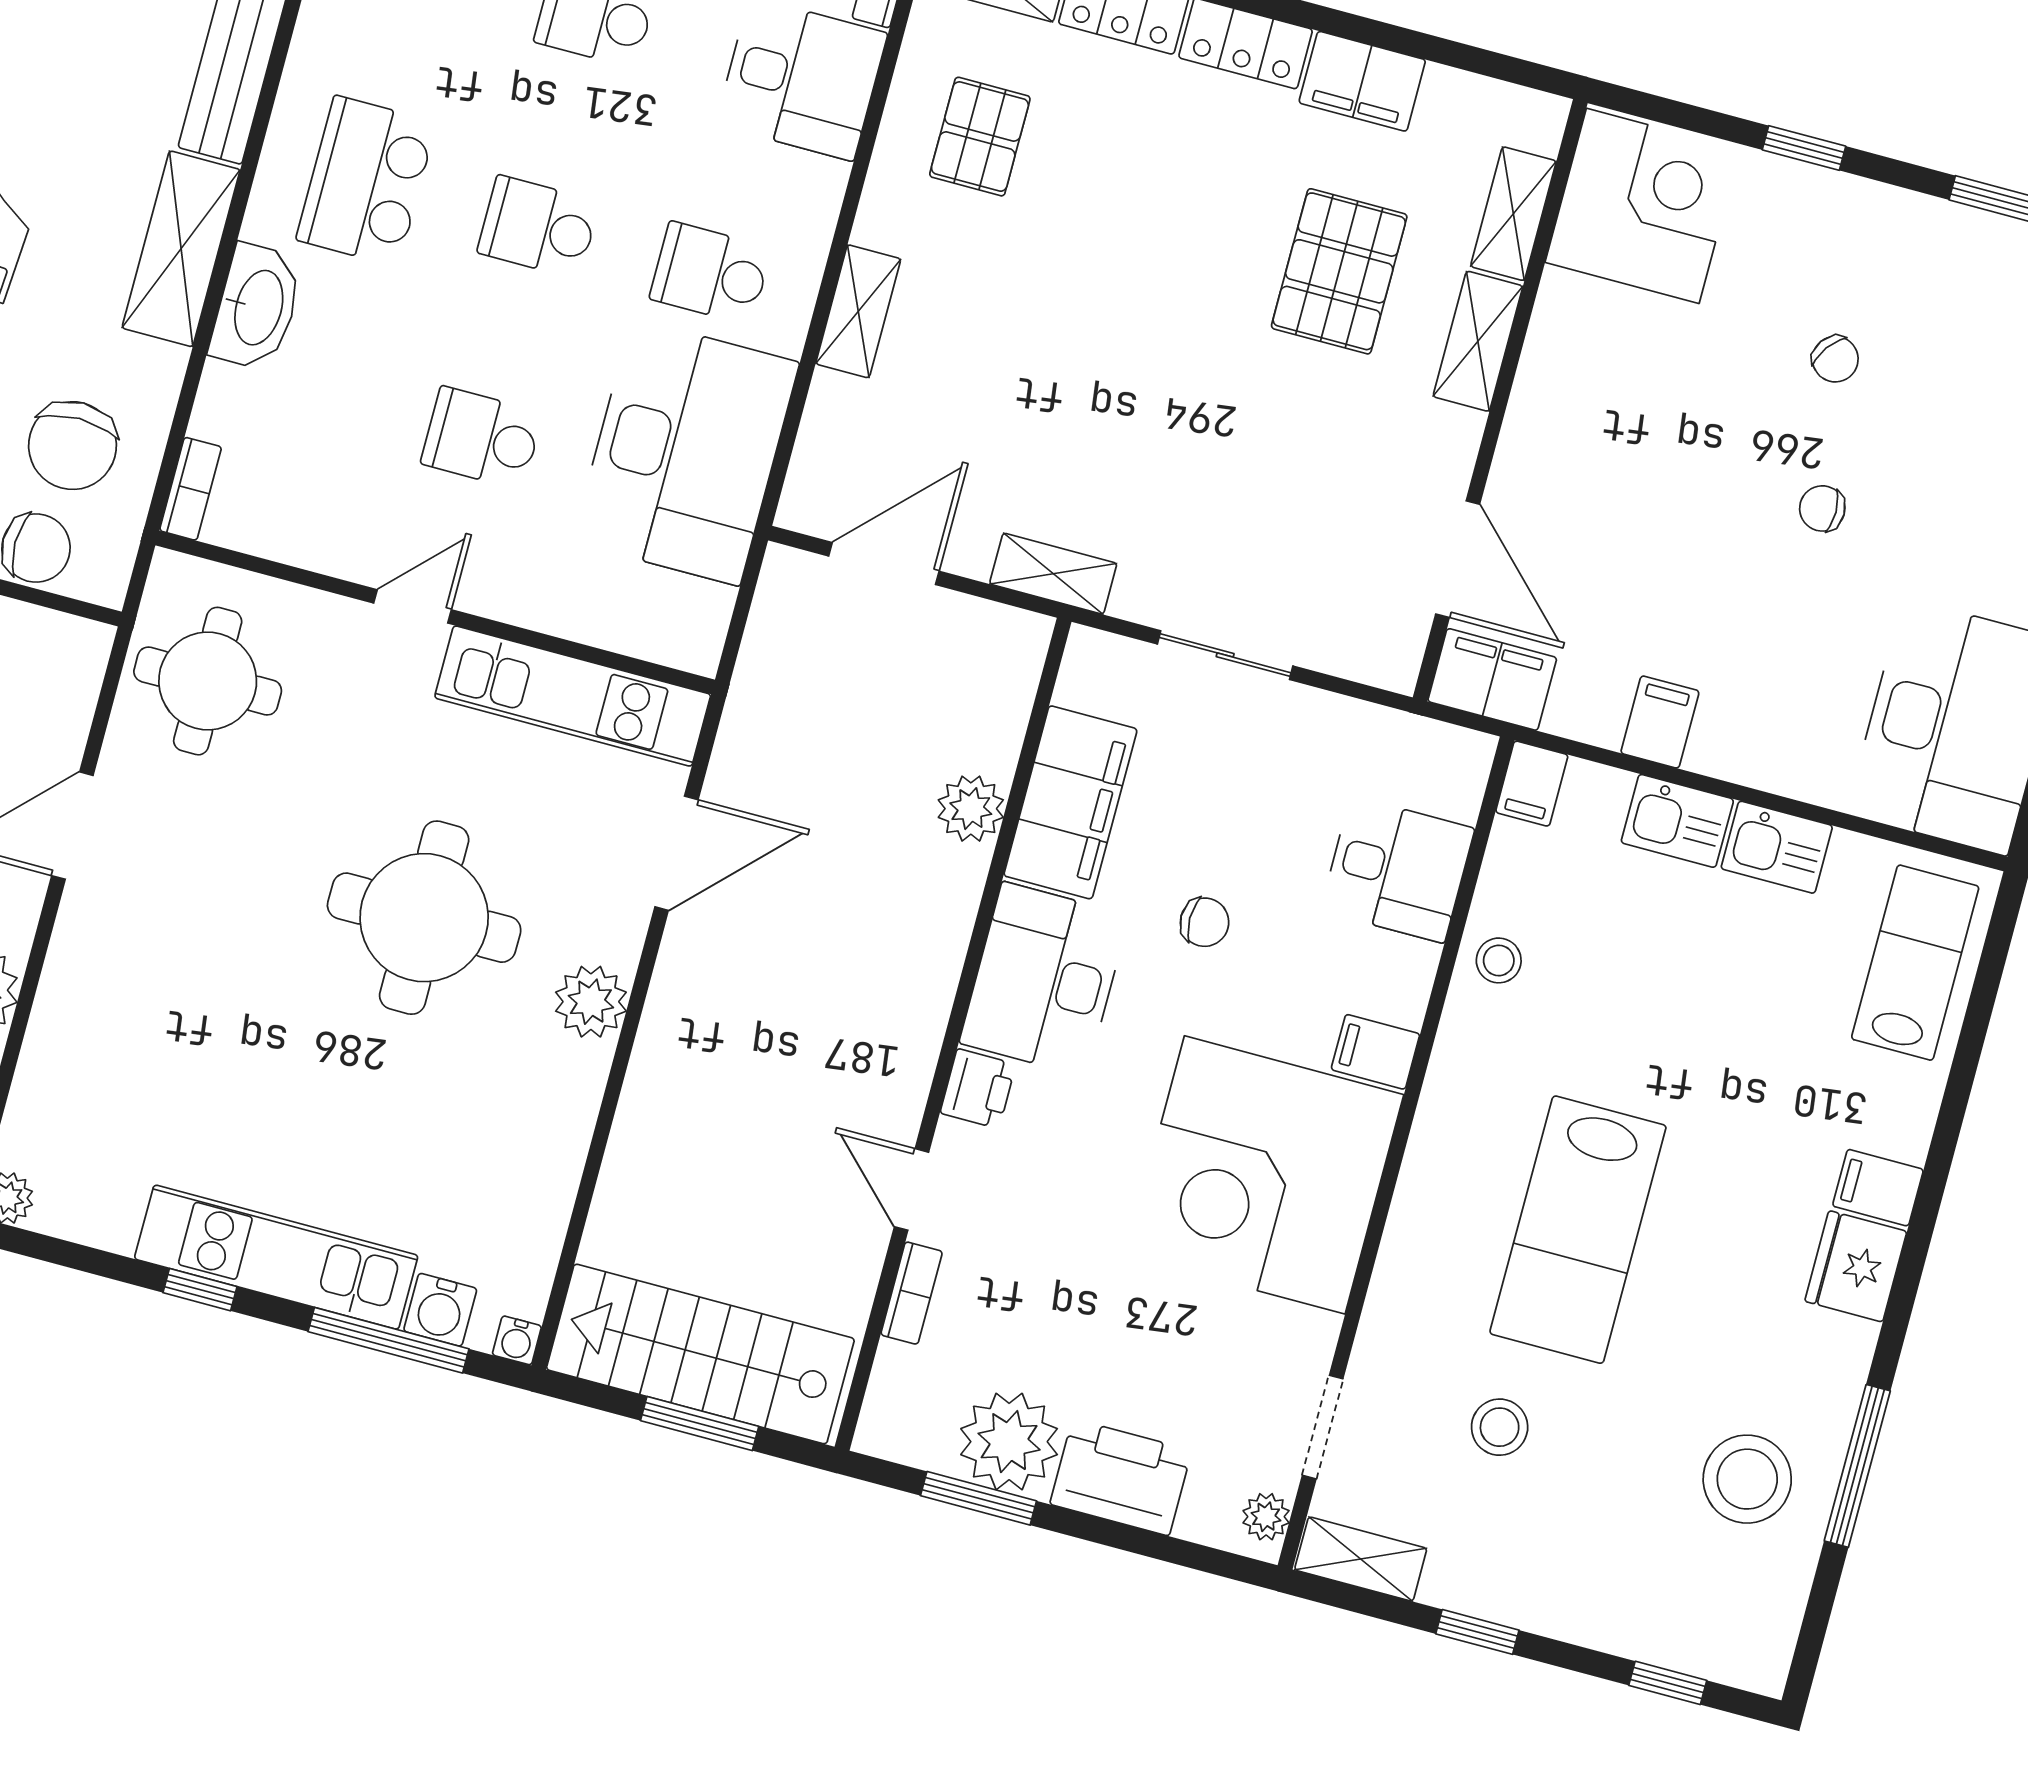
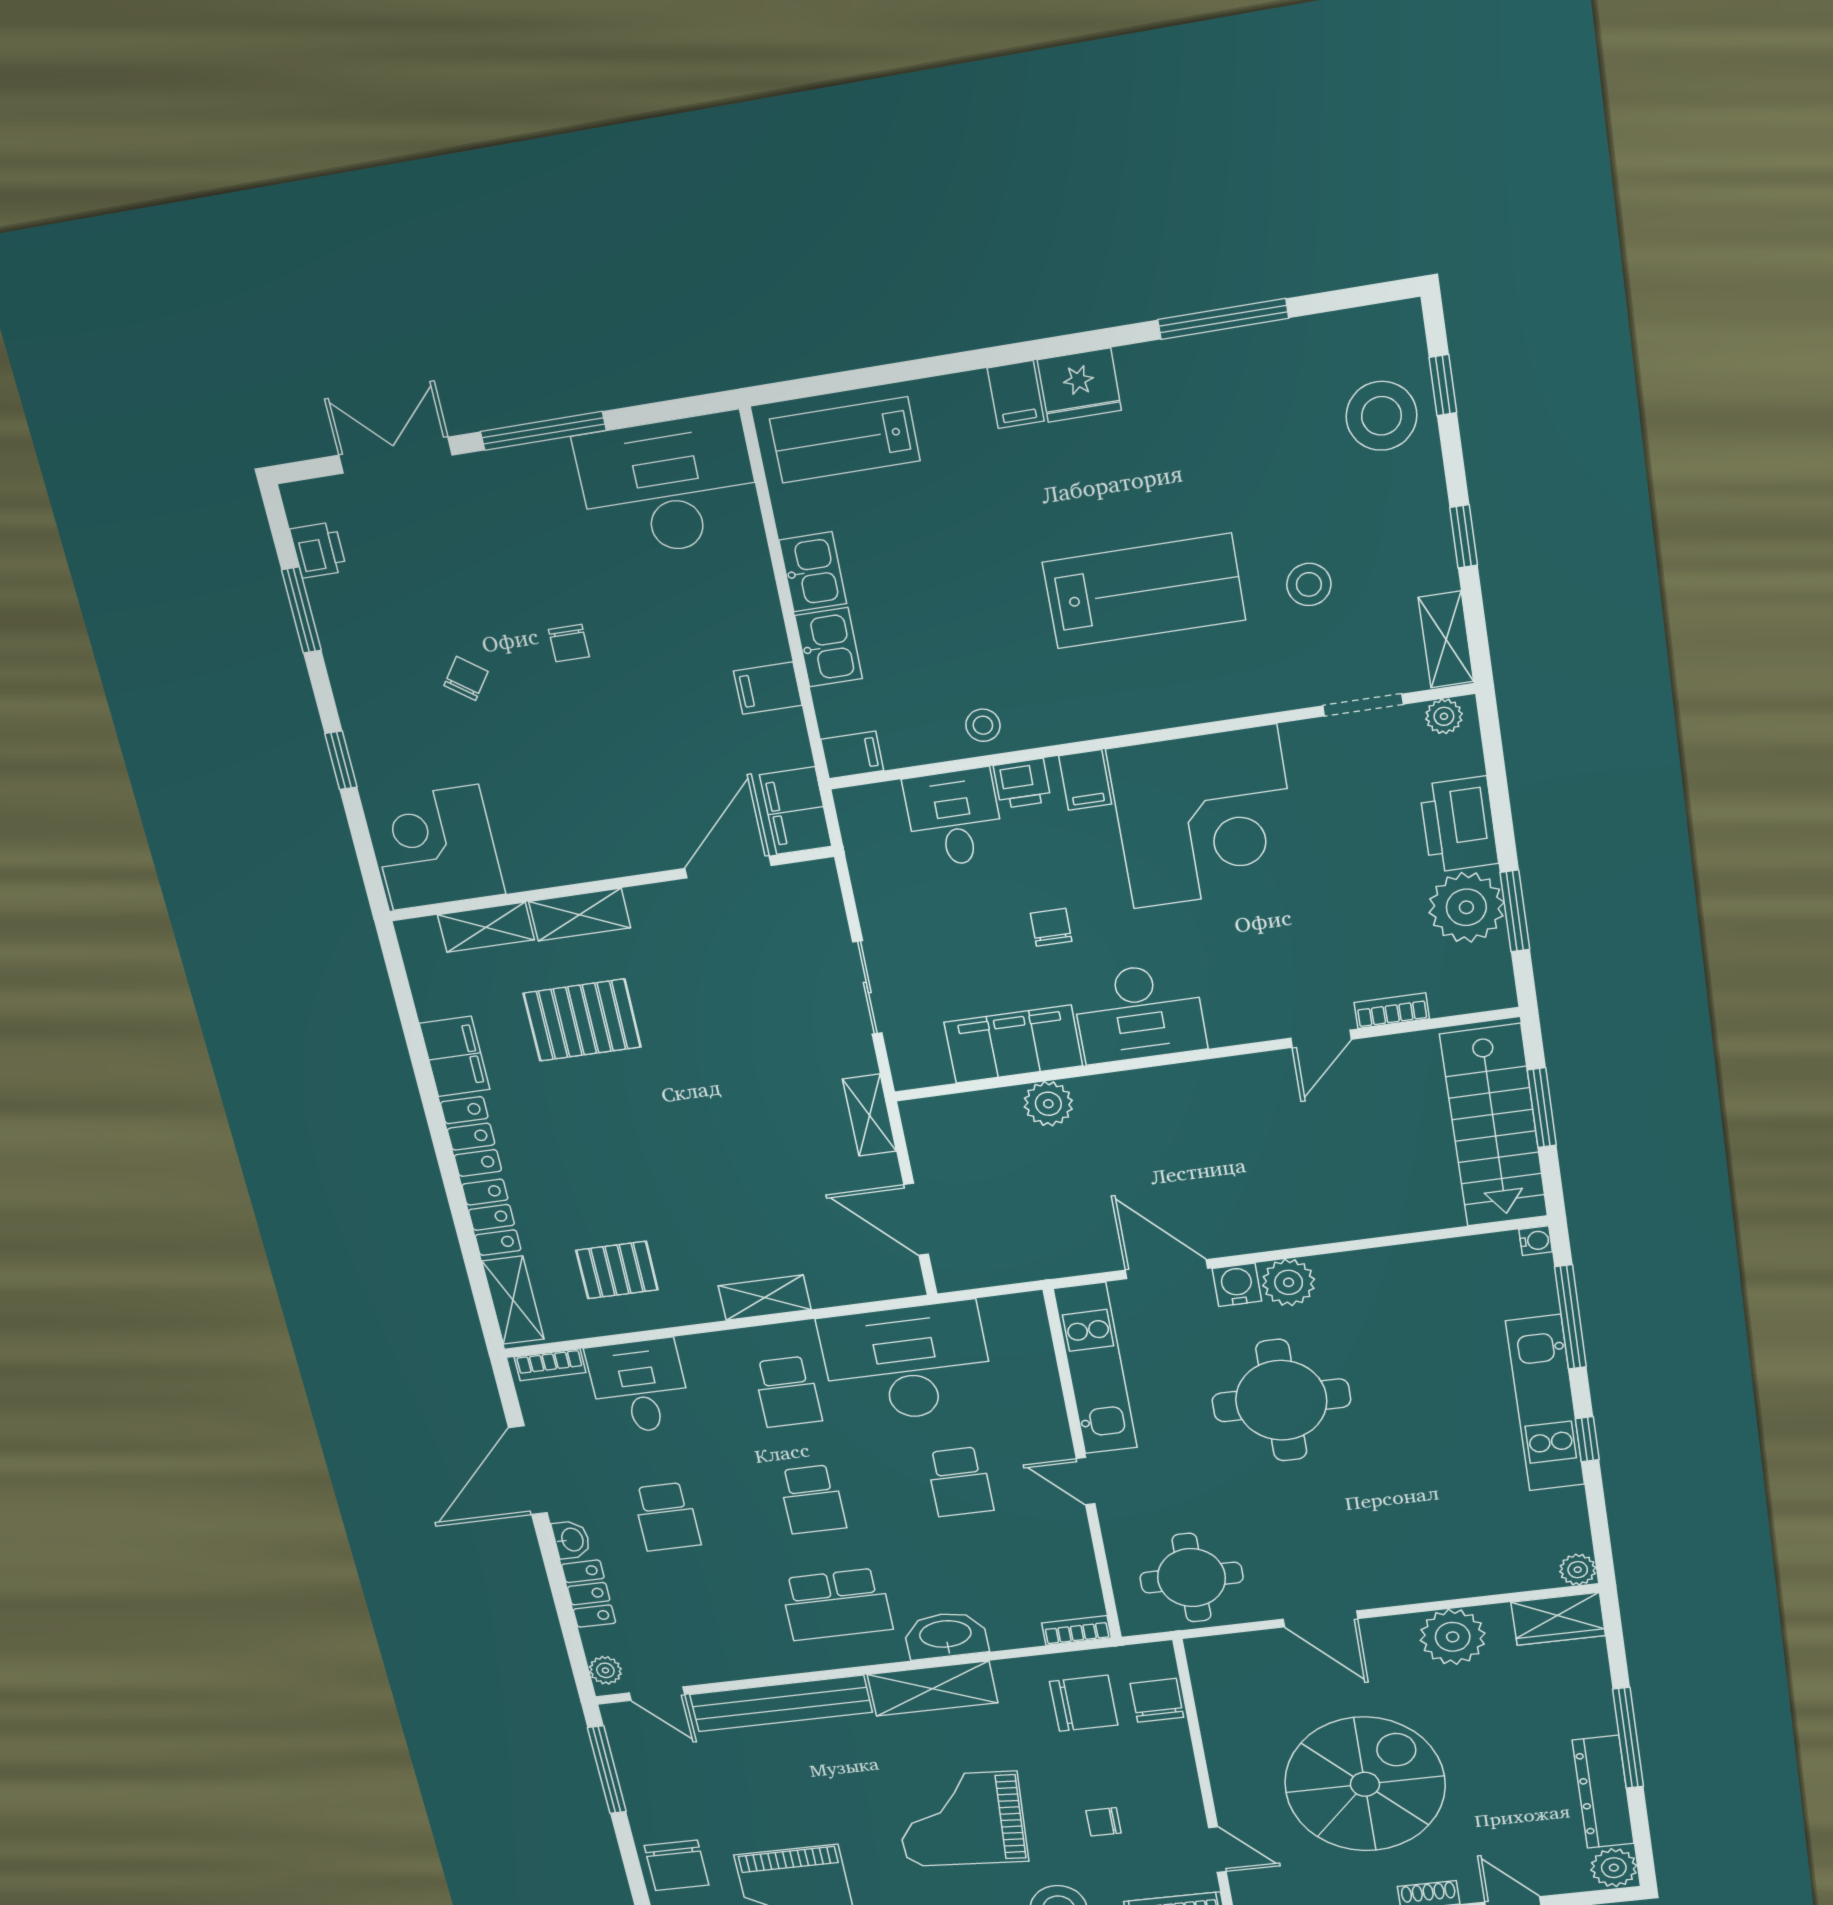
printer: (978, 1089) -> (1022, 783), moved, turned 180
water cooler: (440, 1310) -> (1237, 1285), moved, turned -90
stool: (1747, 1479) -> (1381, 416), moved

